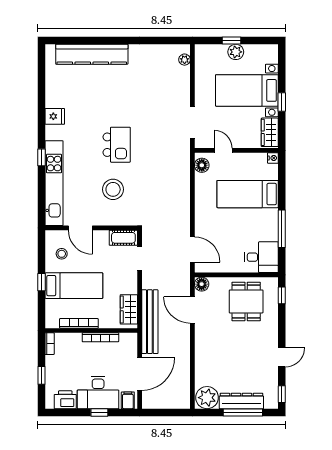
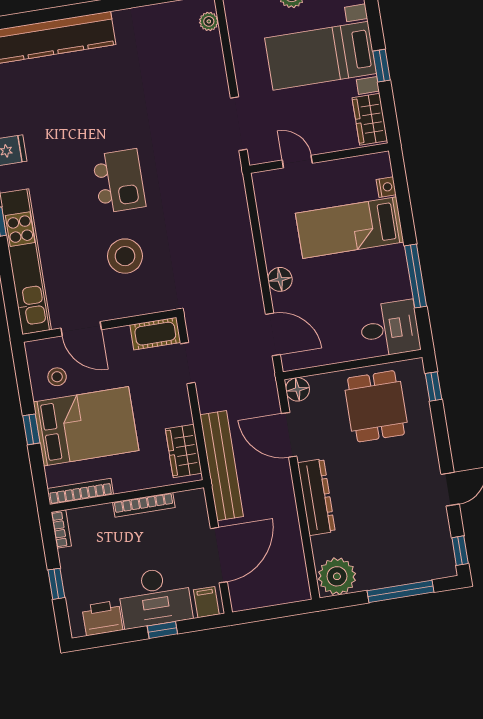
nightstand: (273, 158) -> (386, 187), moved
floor lamp: (202, 165) -> (280, 279), moved
bed: (74, 286) -> (86, 426), width x1.50
bookcase: (79, 323) -> (80, 491), moved
dresser: (241, 401) -> (316, 497), moved, turned 90

